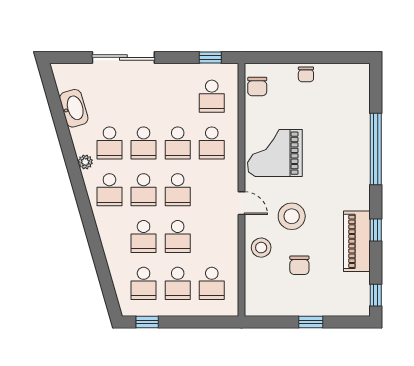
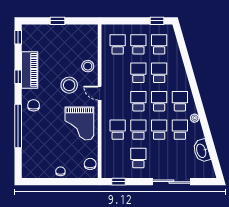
school desk: (212, 96) -> (138, 158), moved
grand piano: (275, 153) -> (79, 123), turned 90
chair: (299, 265) -> (34, 105), moved

